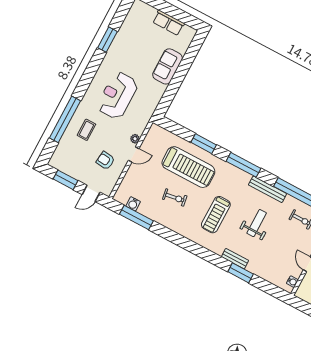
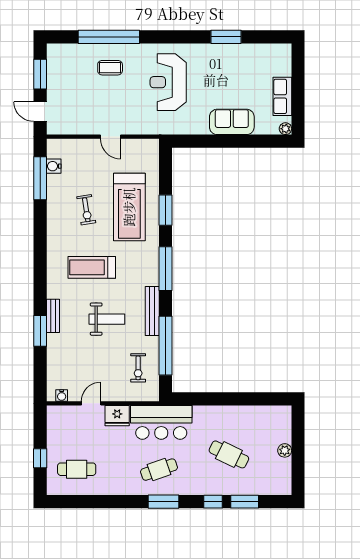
reception desk: (117, 95) -> (168, 82), turned -90
plant: (135, 139) -> (285, 129), moved
armchair: (105, 161) -> (86, 108), removed

